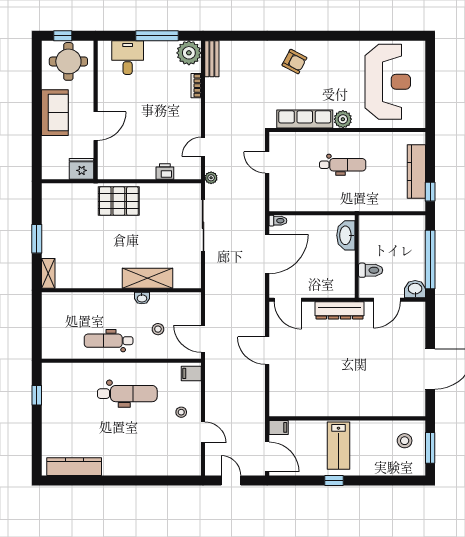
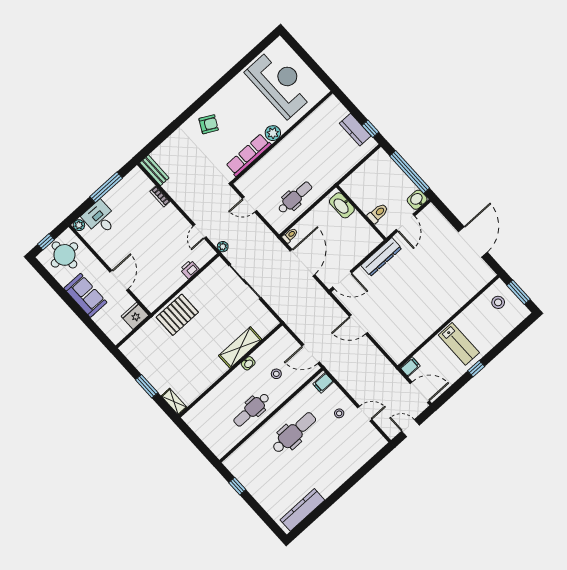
plant: (189, 53) -> (79, 225), moved, width x0.53, depth x0.53
dental chair: (343, 165) -> (295, 197), moved
kitchen counter: (416, 172) -> (355, 130), width x0.67

